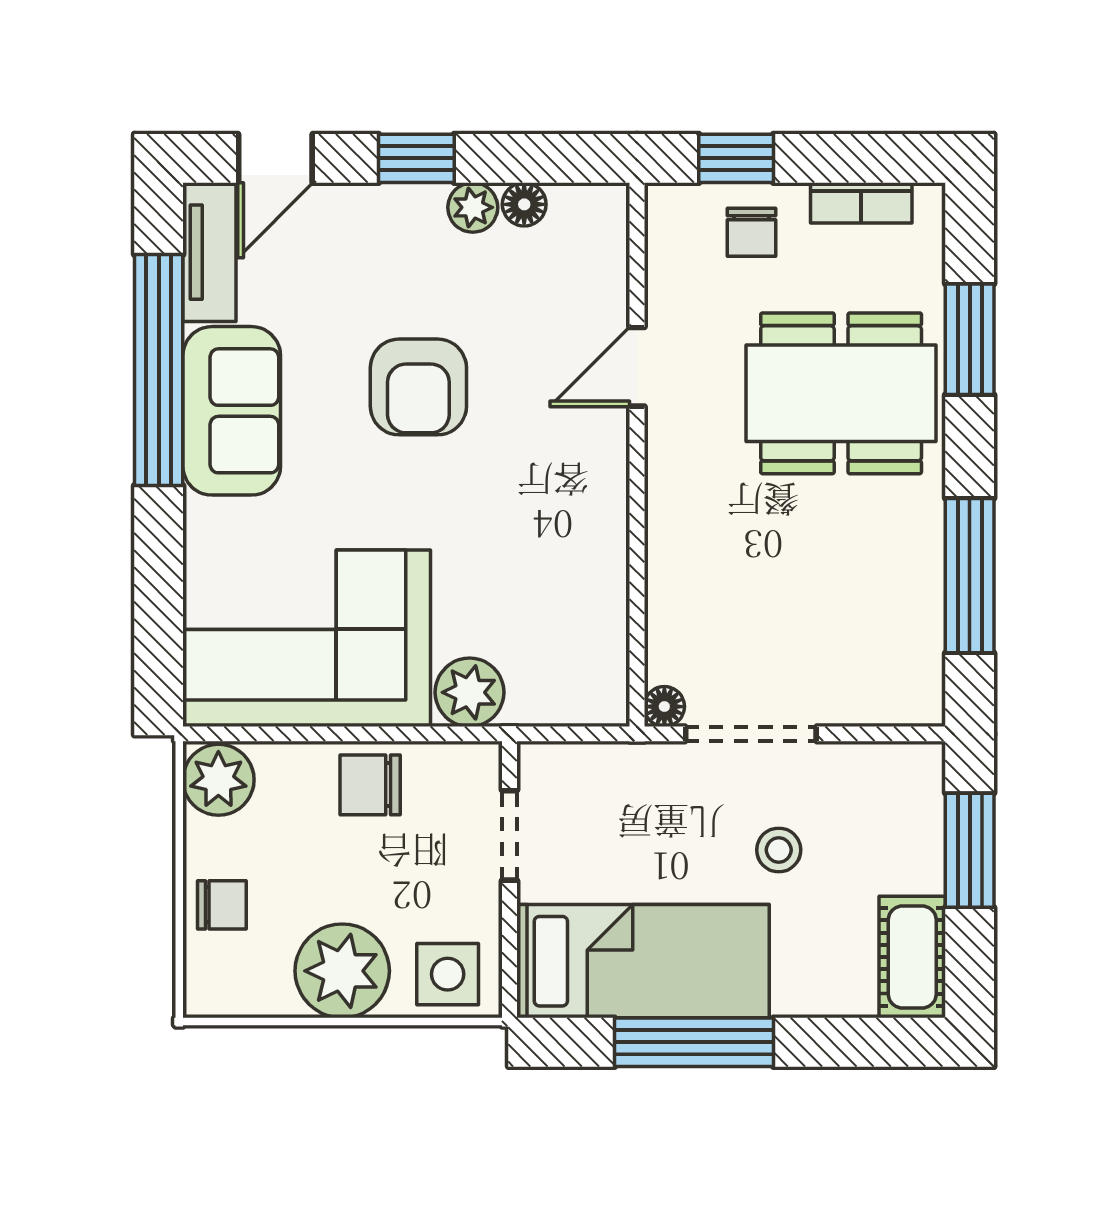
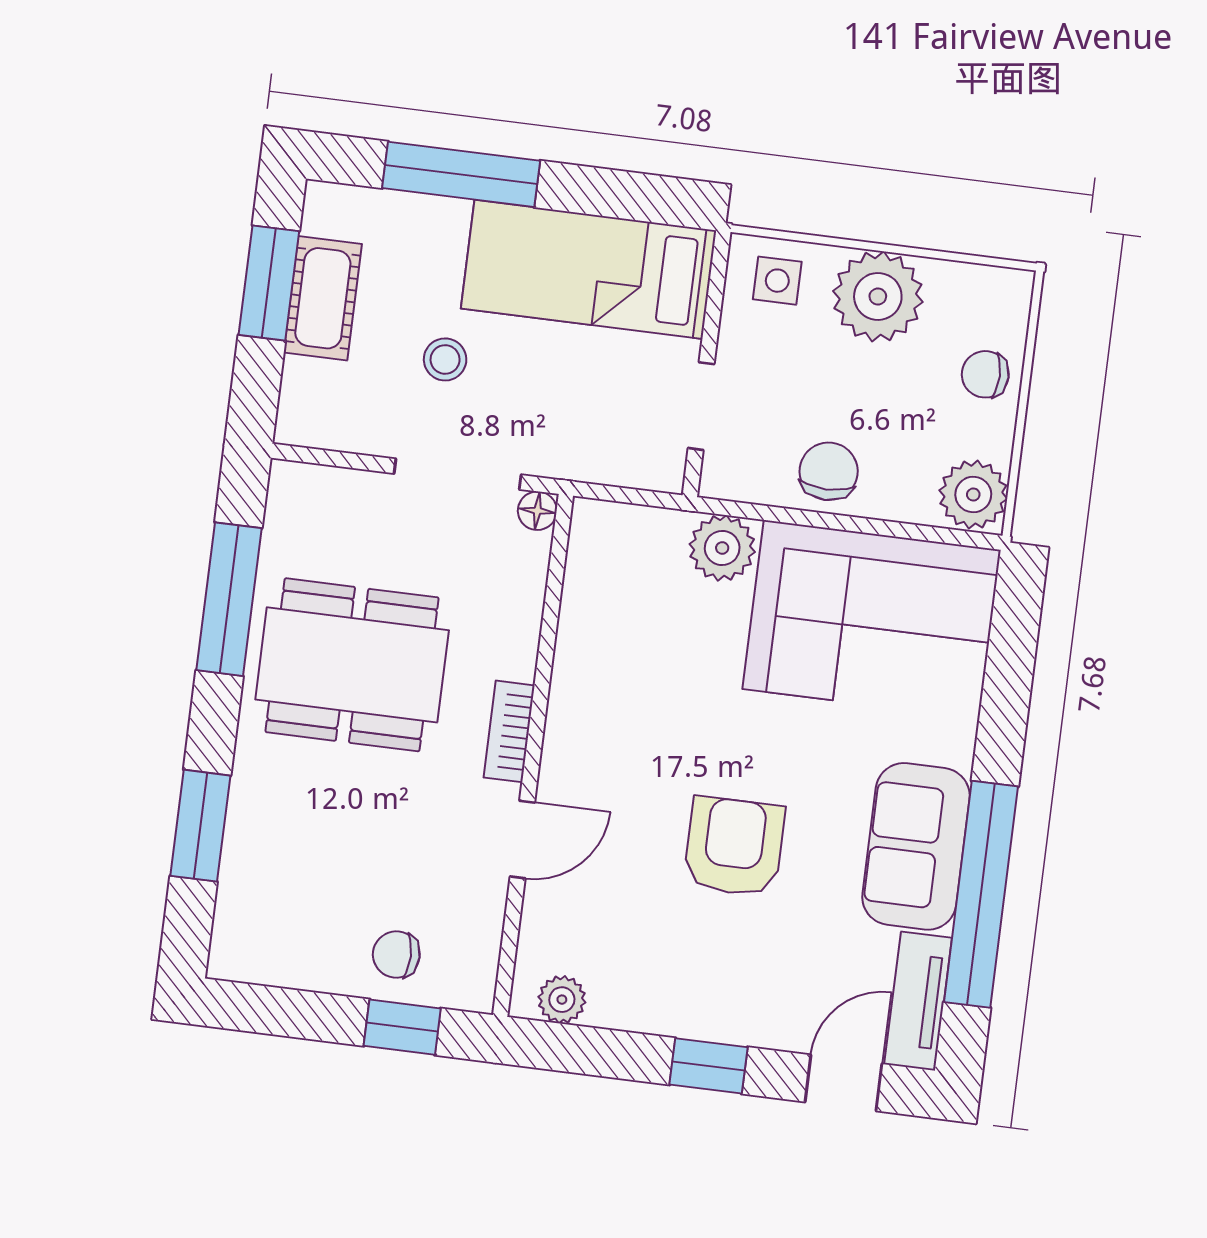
bookcase: (861, 203) -> (509, 731), moved, turned -90
floor lamp: (524, 204) -> (611, 1009), removed
plant: (473, 207) -> (562, 1000), moved
chair: (752, 232) -> (396, 954), turned -90
dining table: (841, 393) -> (352, 665), moved
chair: (370, 785) -> (829, 471), turned -90
window: (970, 850) -> (269, 283), moved
cot: (912, 957) -> (323, 298), moved
side table: (448, 974) -> (777, 281), width x0.73, depth x0.73
window: (694, 1042) -> (461, 174), moved

